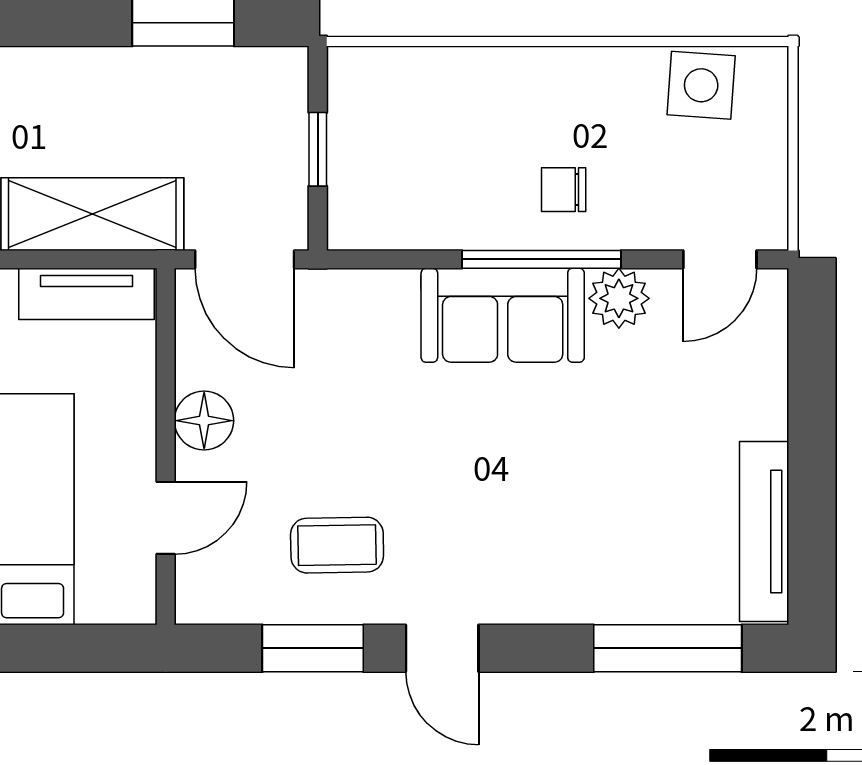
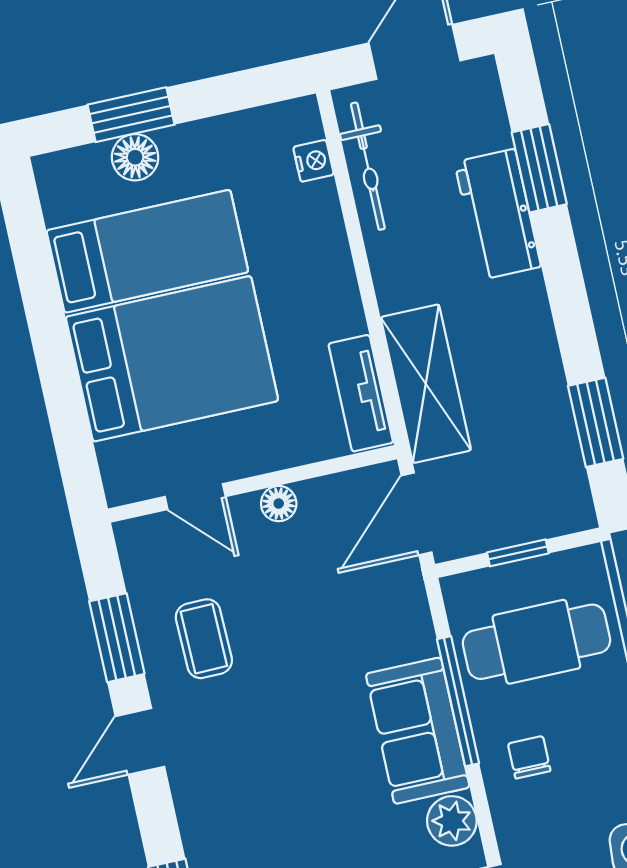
cafe table: (428, 151) -> (536, 642), added
window: (542, 259) -> (458, 701), moved
floor lamp: (204, 421) -> (279, 504), width x0.73, depth x0.73

